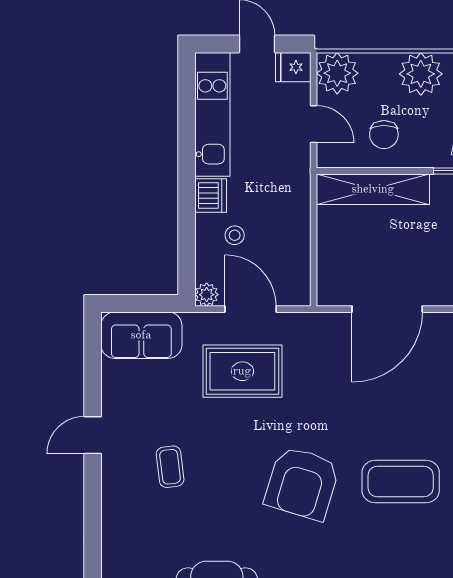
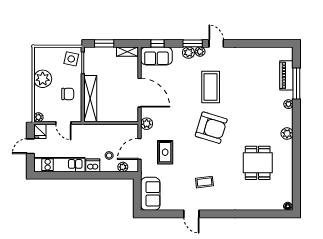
plant: (337, 73) -> (38, 117), width x0.53, depth x0.53
door: (314, 124) -> (63, 123), swing flipped
plant: (207, 295) -> (123, 167), moved
plant: (312, 326) -> (147, 124), added
rug: (242, 371) -> (165, 152), width x0.73, depth x0.70

